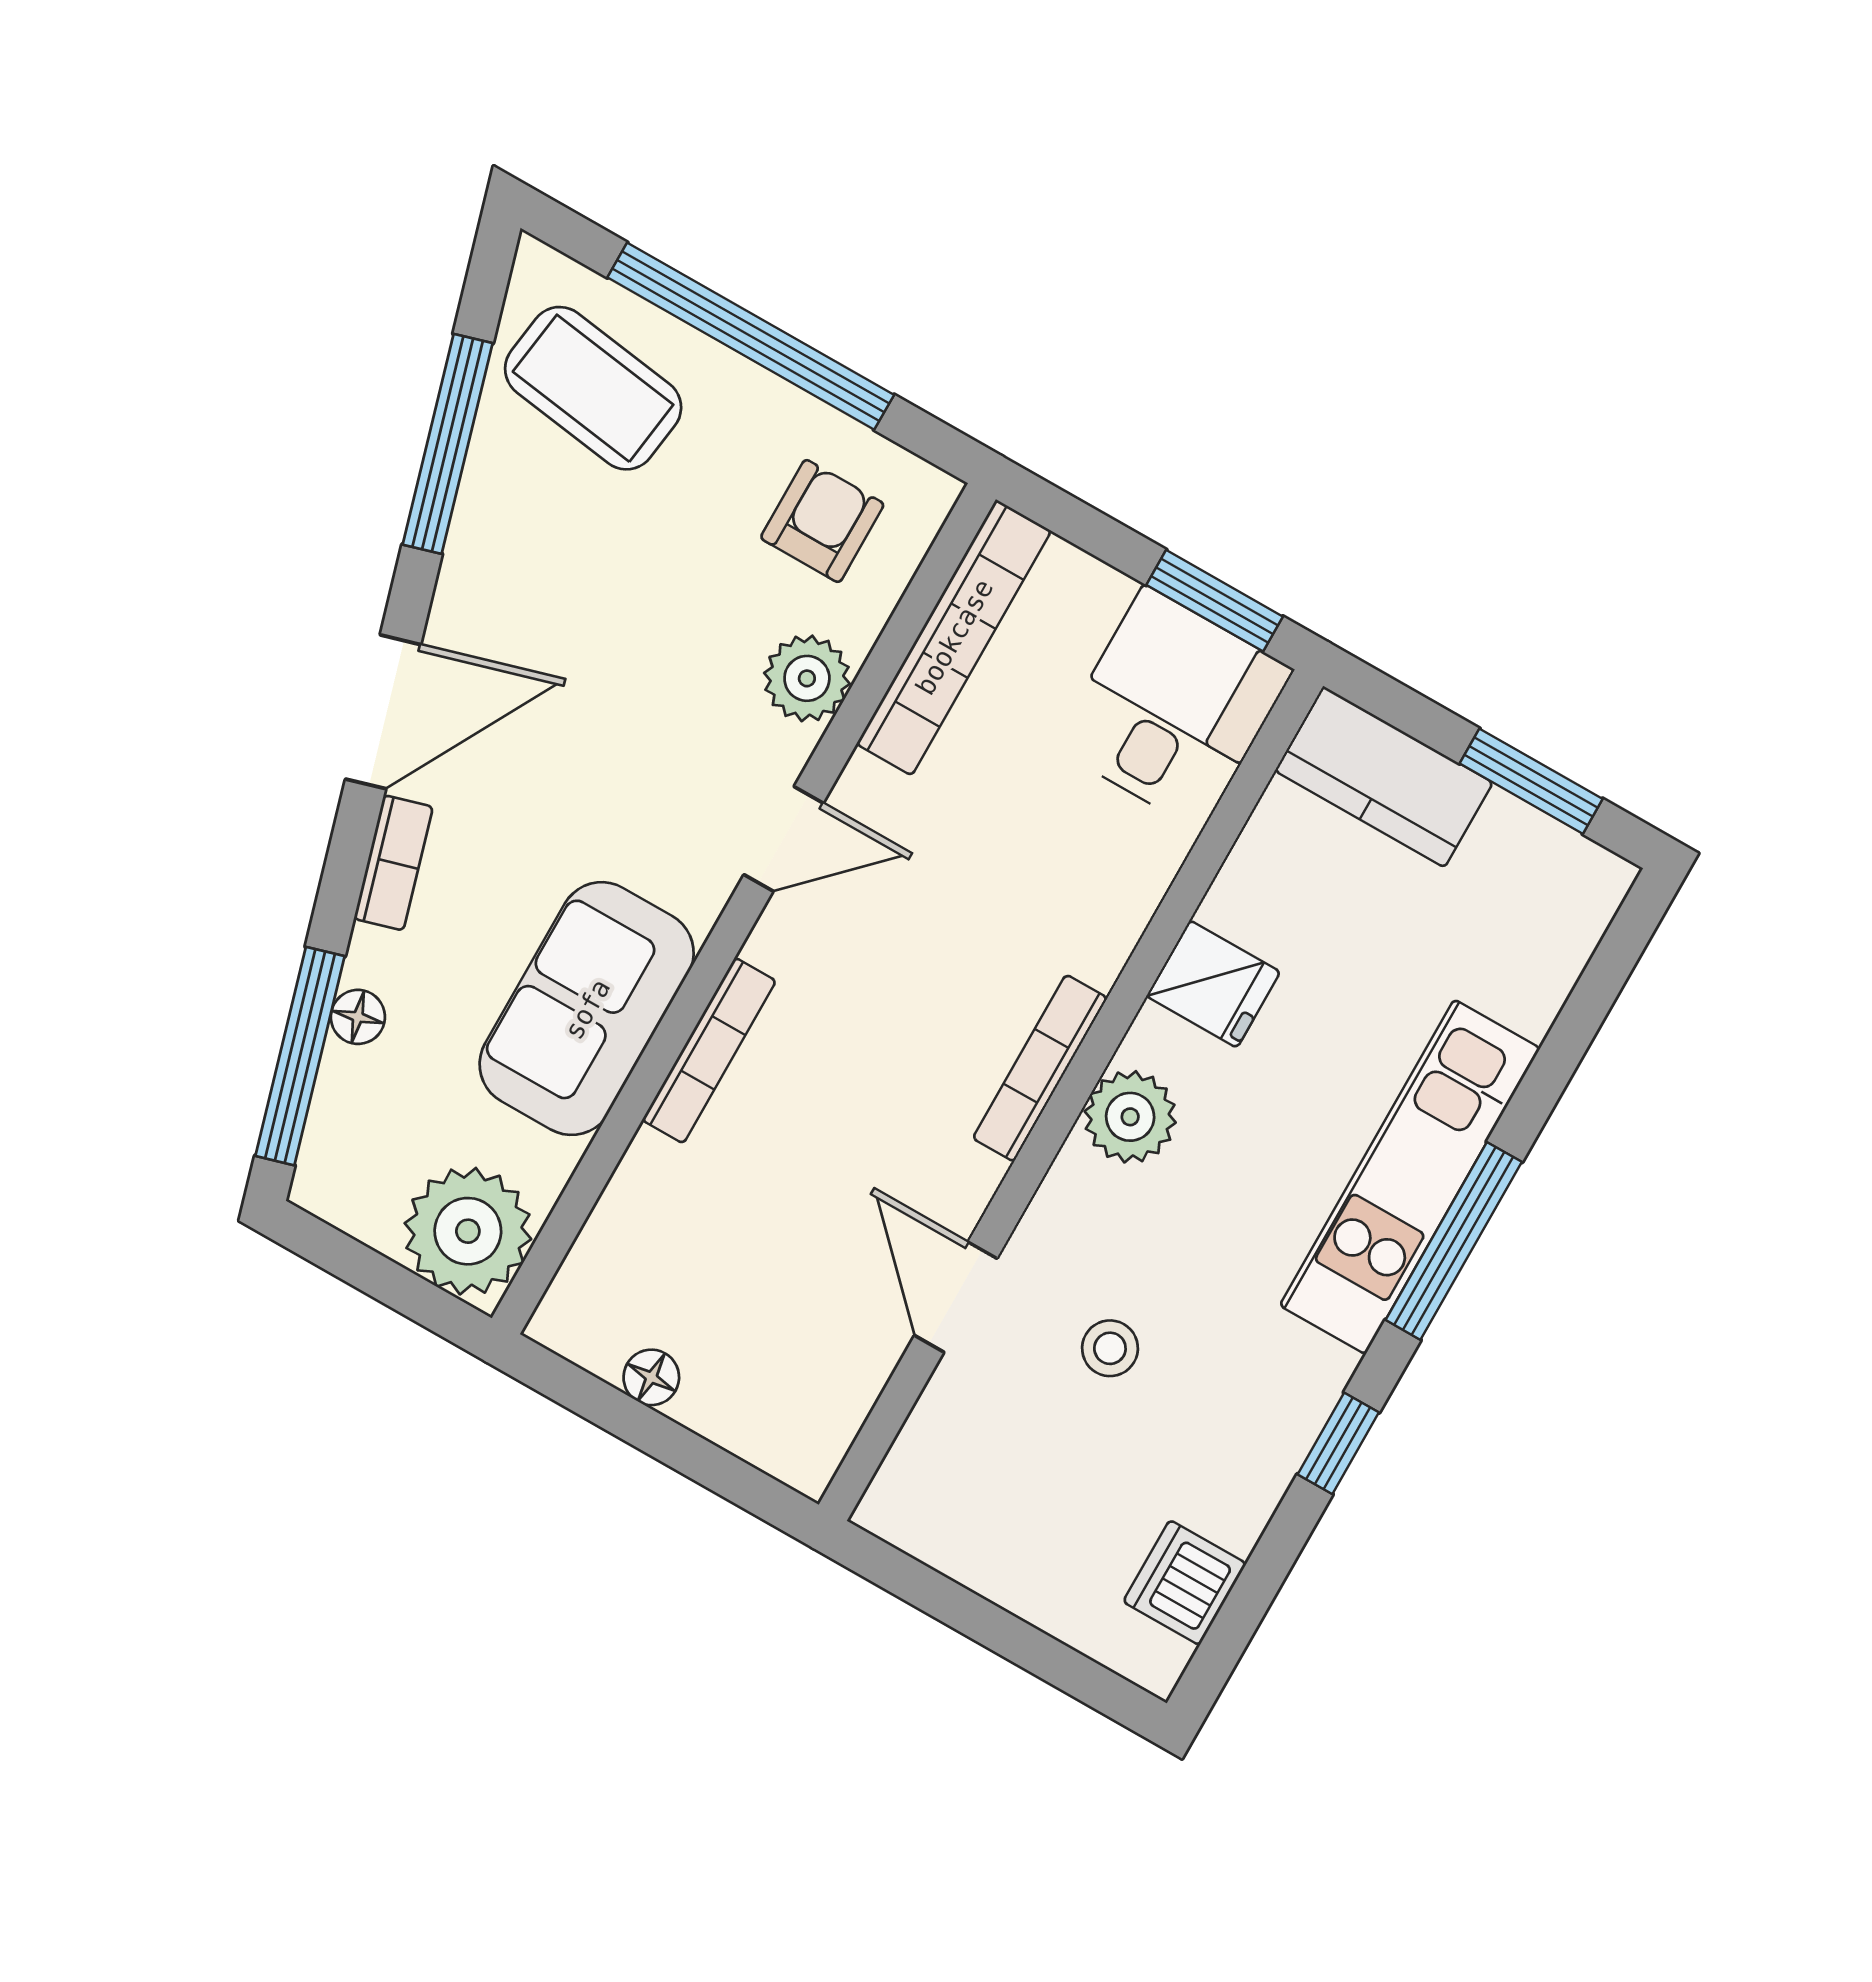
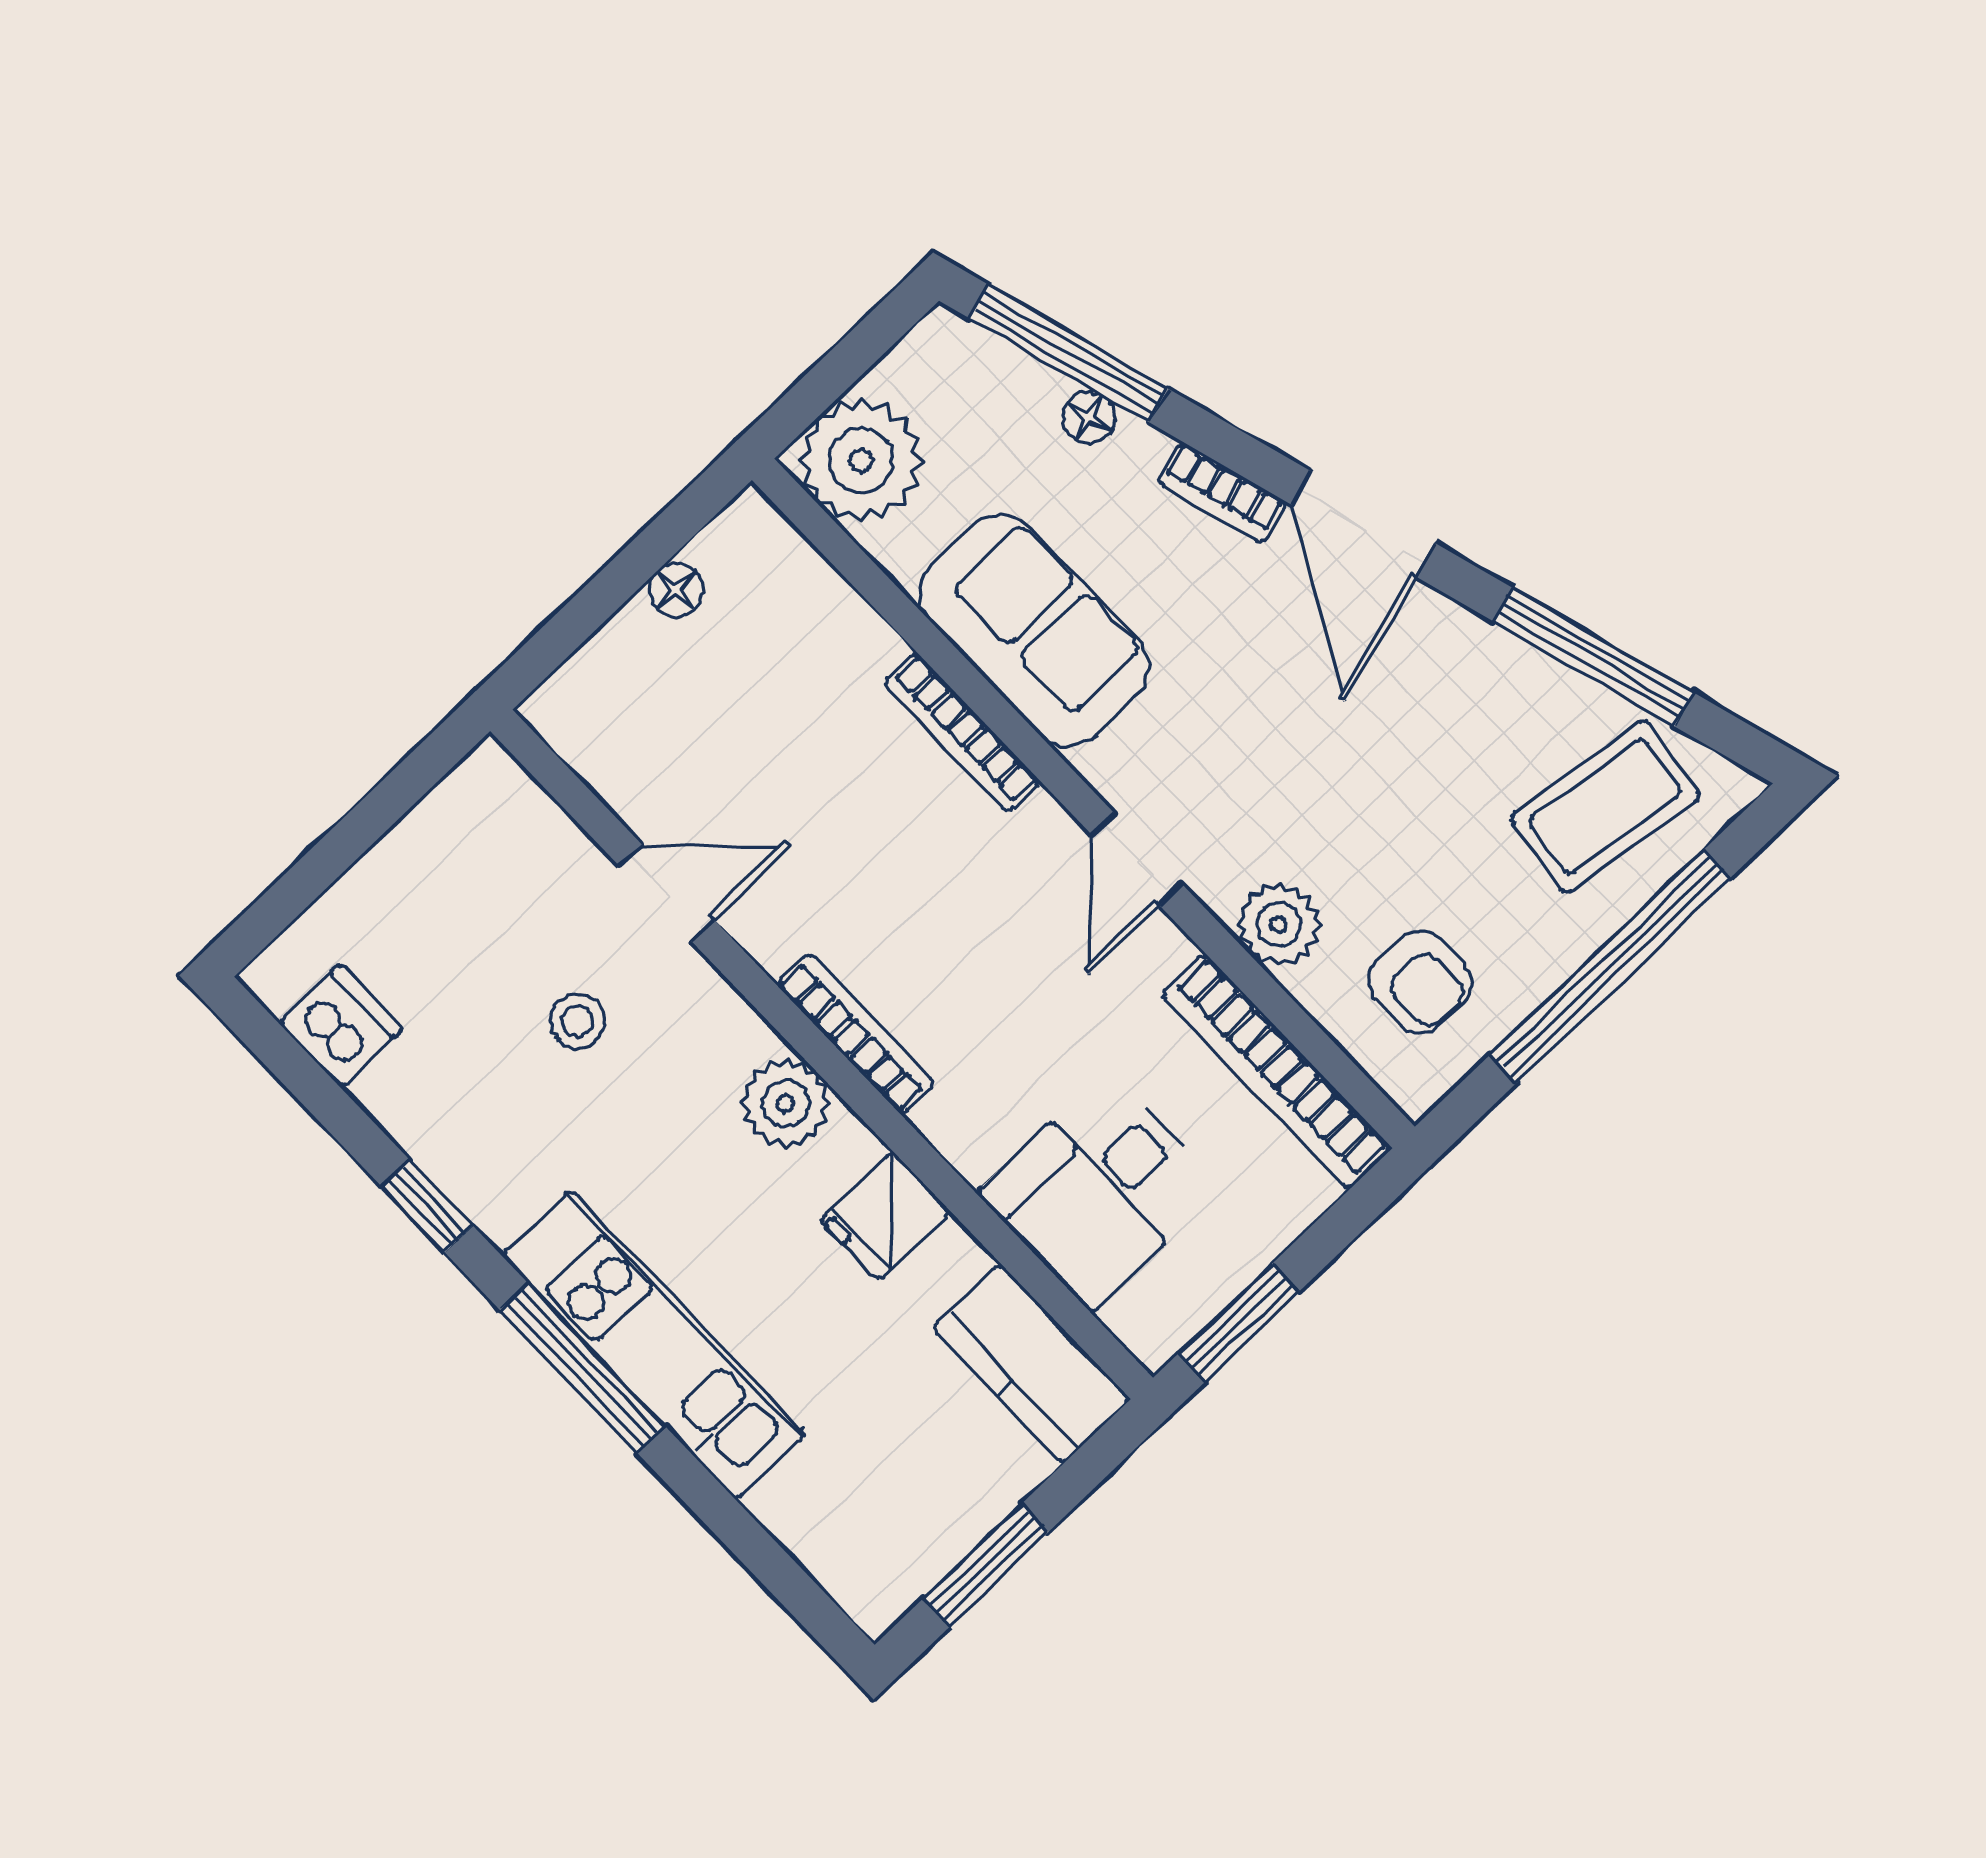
desk: (1173, 708) -> (1099, 1191), moved, turned 90
kitchen counter: (1384, 777) -> (1032, 1364), moved, turned -90

